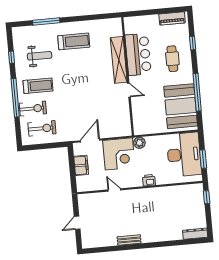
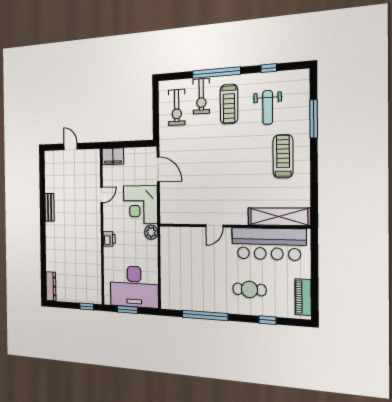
treadmill: (74, 41) -> (283, 156), turned 180
bar counter: (138, 54) -> (269, 244), width x1.36
shelving: (119, 60) -> (279, 217), moved
booth: (181, 106) -> (190, 291), removed
filing cabinet: (81, 165) -> (113, 156), moved

